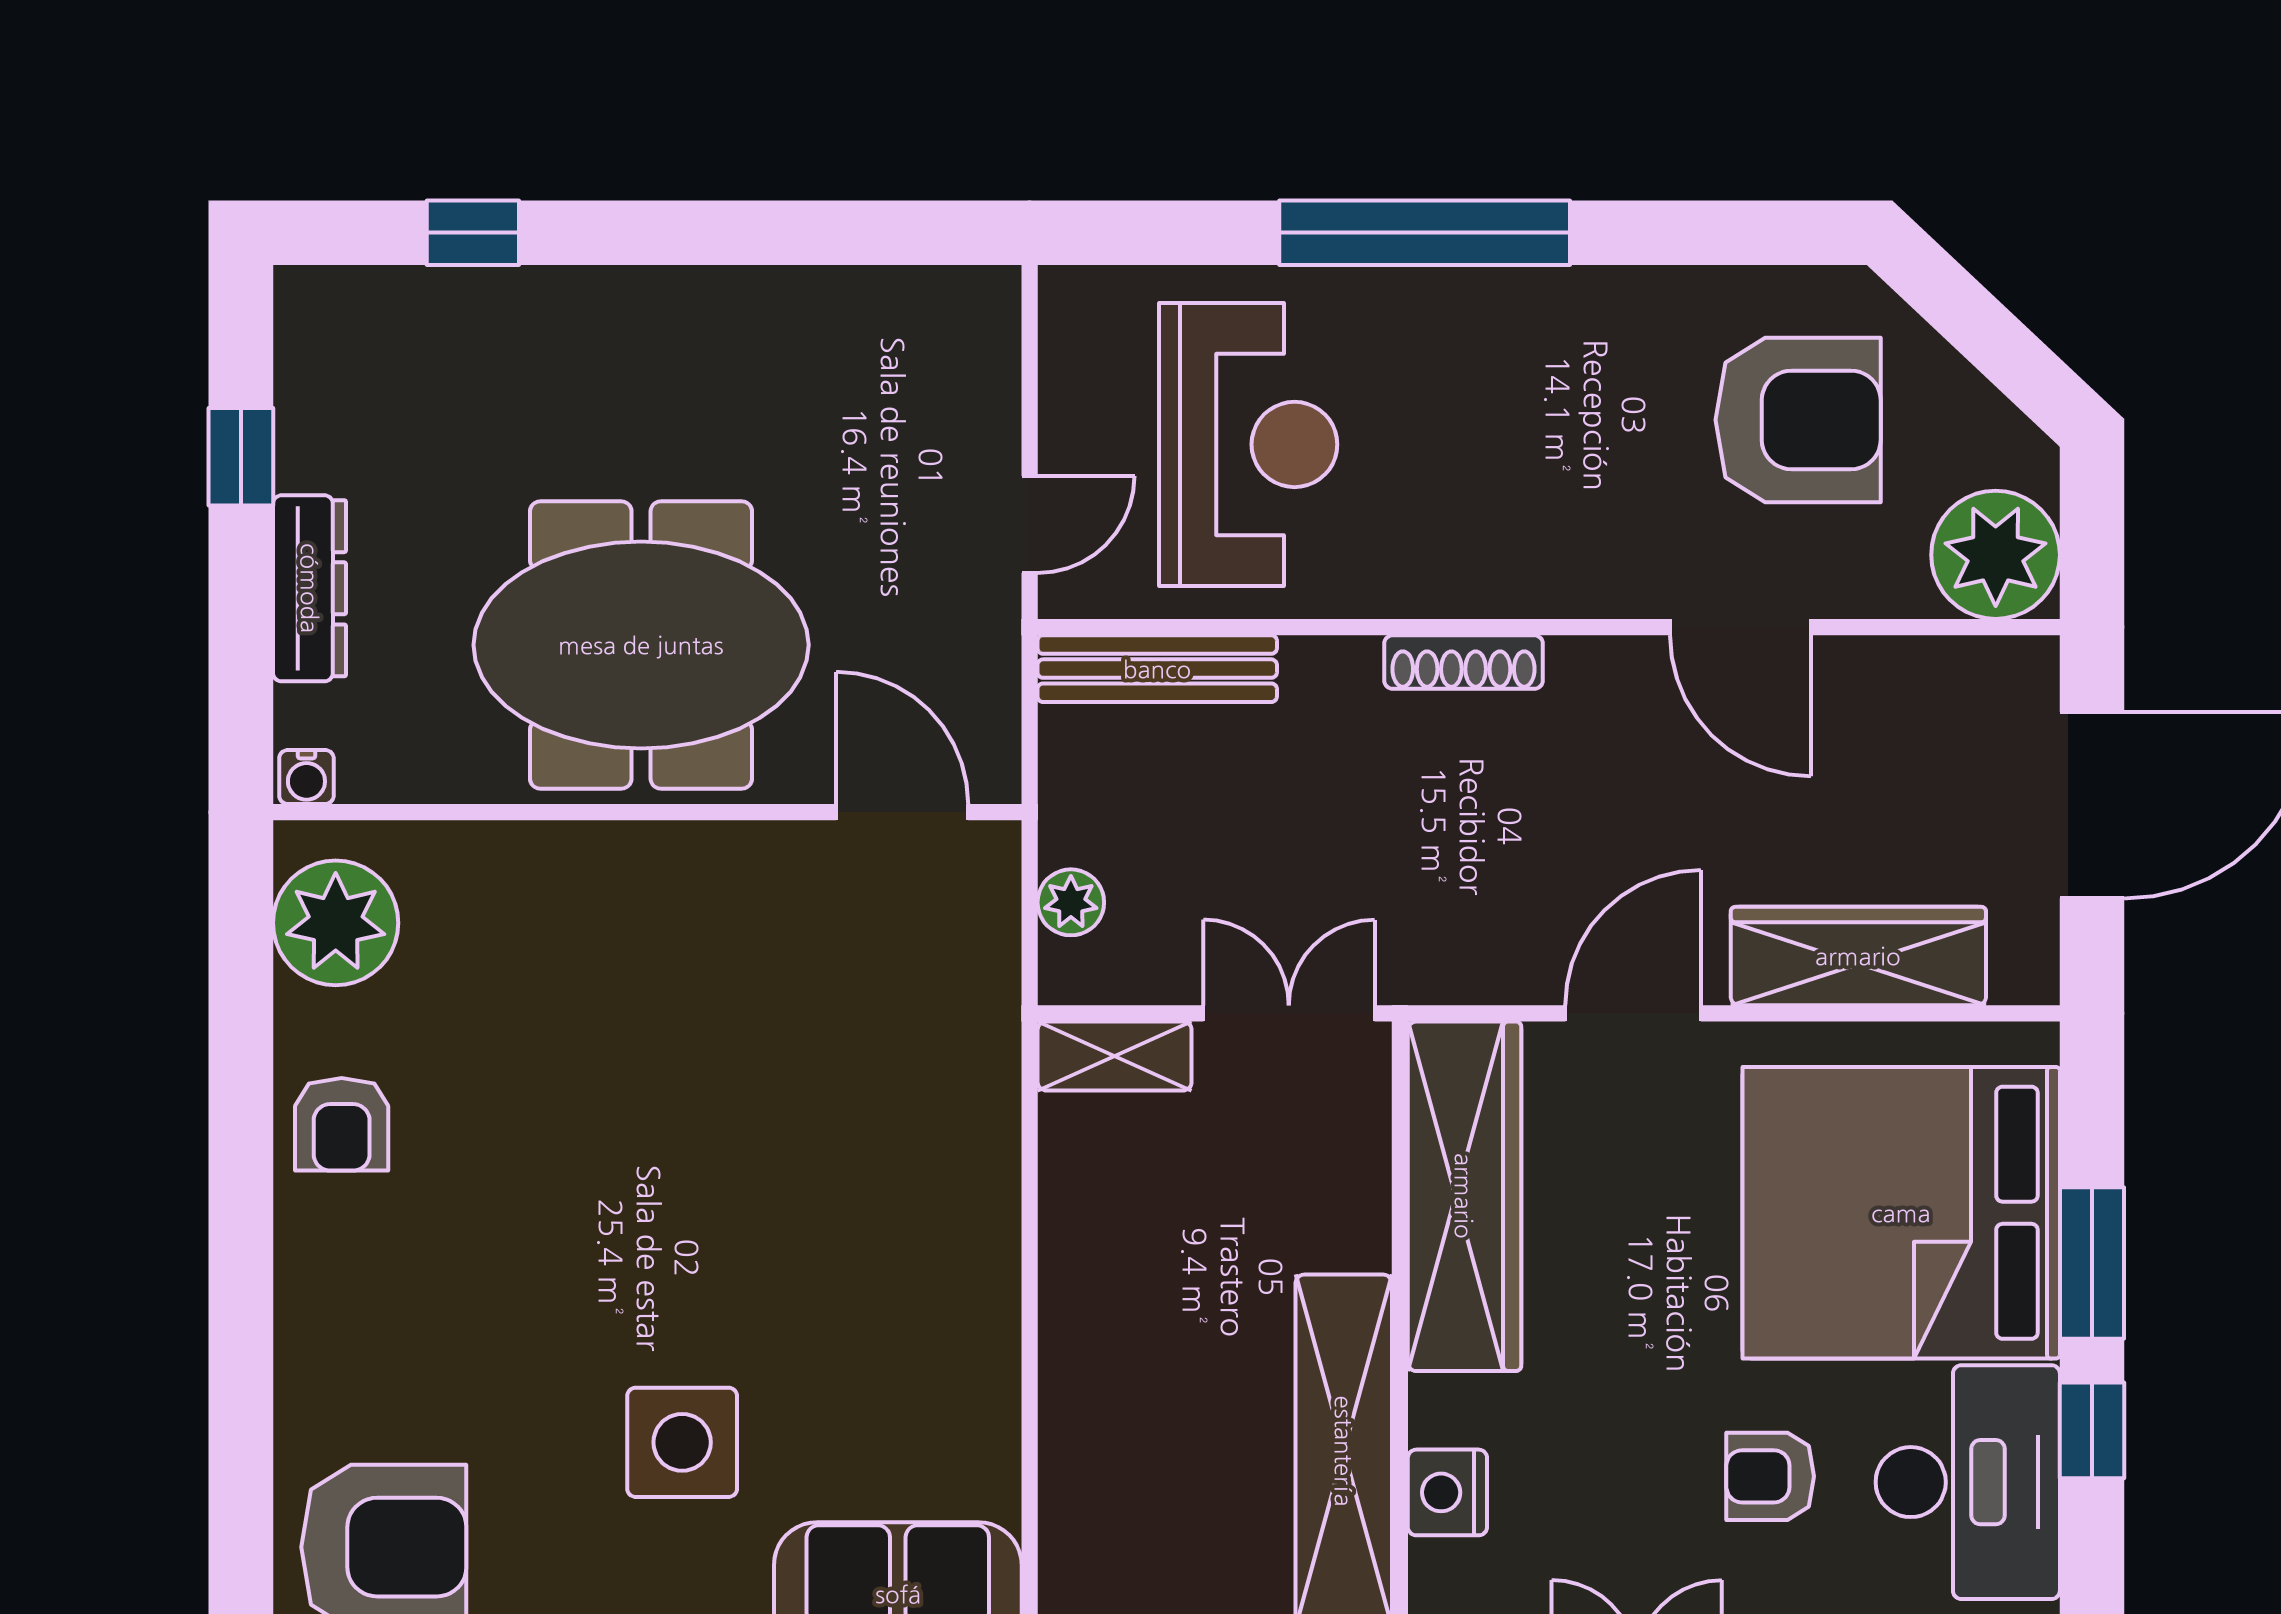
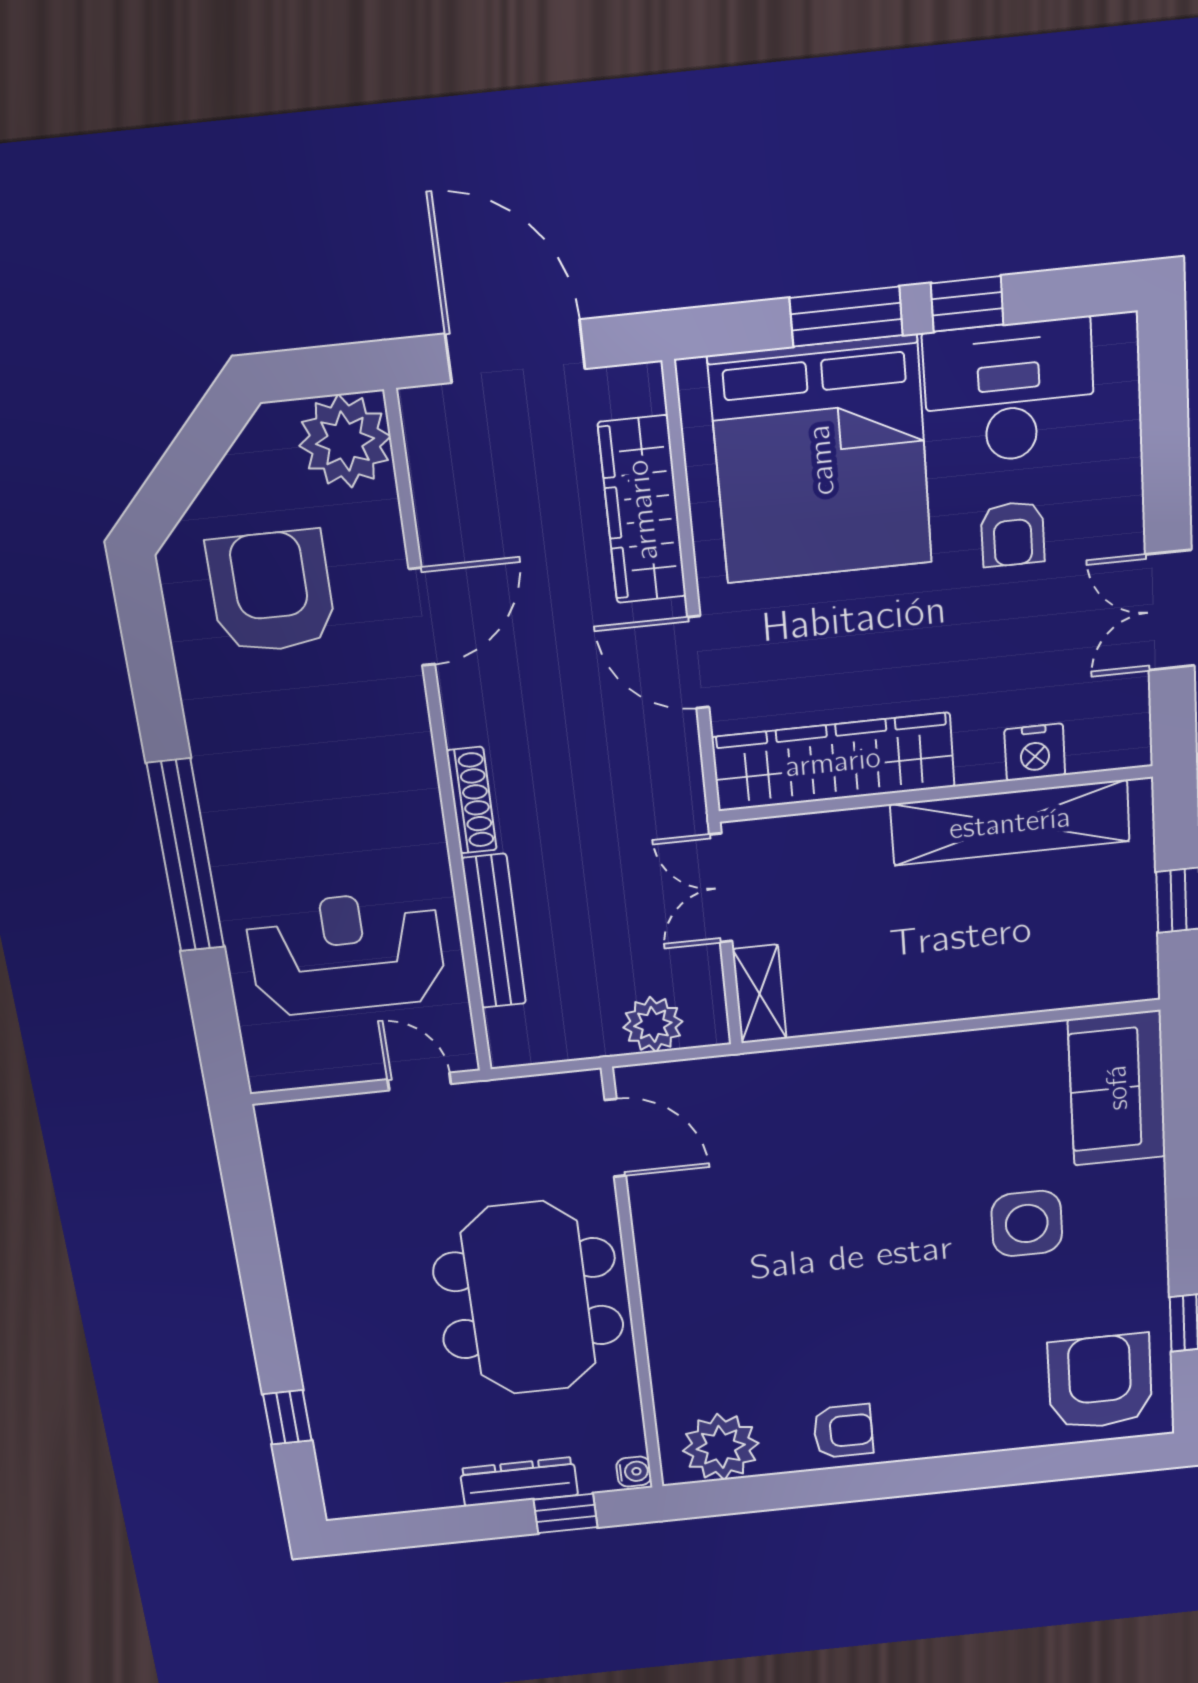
window: (241, 457) -> (566, 1513), moved
bench: (1157, 669) -> (494, 931), moved
door: (902, 812) -> (615, 1138), swing flipped
plant: (1071, 902) -> (653, 1024), width x1.38, depth x1.38

